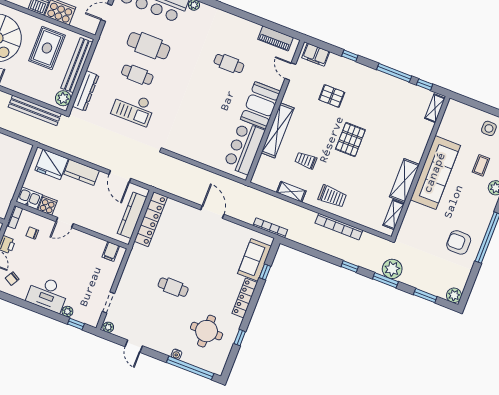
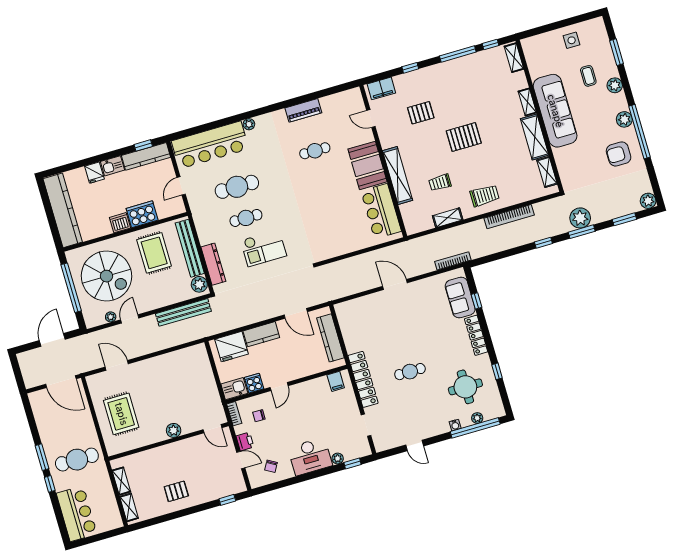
piano: (275, 38) -> (303, 110), moved
pallet: (350, 140) -> (464, 137), turned 90
shelving: (419, 150) -> (527, 102), added
locker: (151, 219) -> (363, 379), moved
plant: (483, 219) -> (624, 119), added
plant: (108, 327) -> (477, 418), moved

